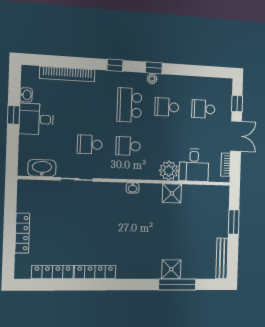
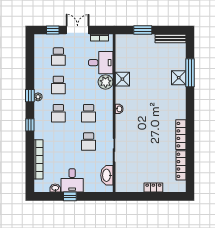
school desk: (129, 105) -> (58, 113), width x0.54
locker: (22, 233) -> (153, 188), width x0.66

